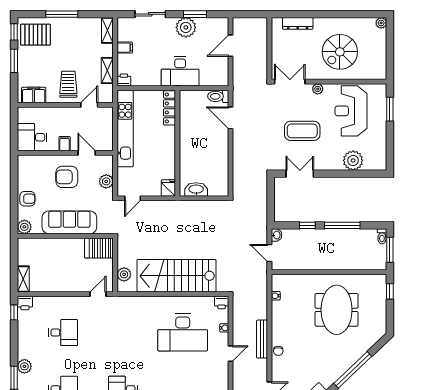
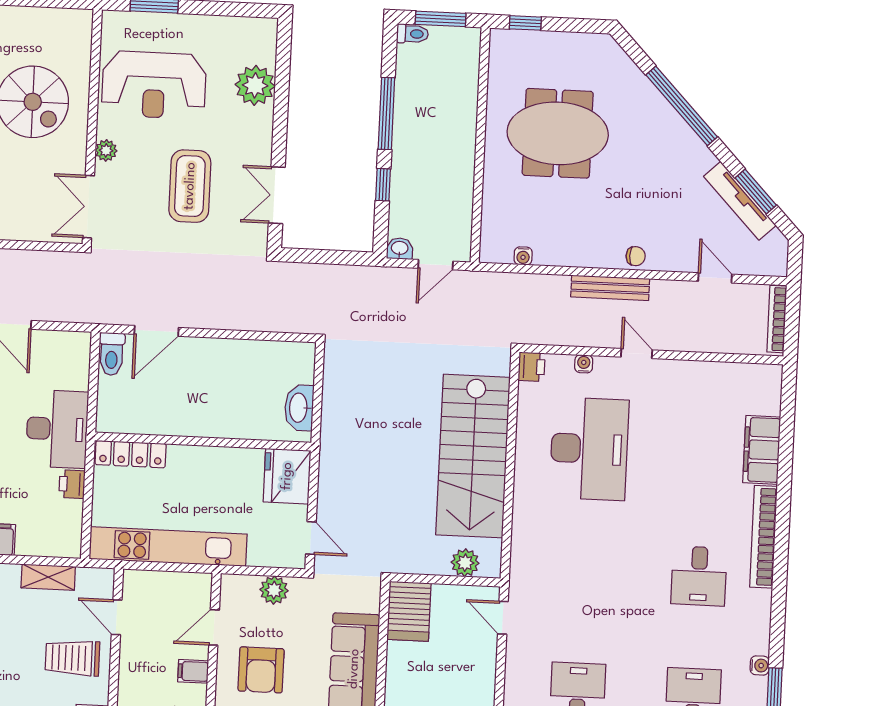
printer: (124, 80) -> (72, 484), moved
fridge: (168, 188) -> (287, 476), width x1.88, depth x1.34

